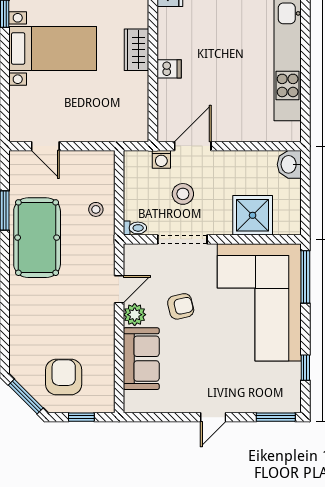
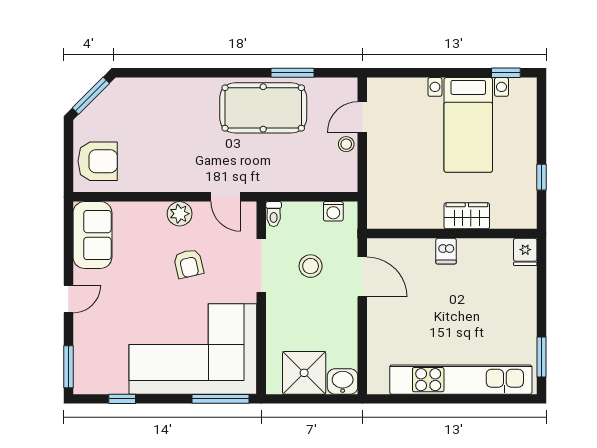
washing machine: (161, 159) -> (333, 211), moved, turned -90
stool: (96, 209) -> (346, 144), moved
shower: (253, 215) -> (304, 373), moved
door: (119, 289) -> (226, 197), moved
sofa: (141, 359) -> (92, 235), moved, turned -90
armchair: (64, 377) -> (98, 161), moved
window: (81, 417) -> (68, 156), removed
door: (213, 417) -> (68, 299), swing flipped

